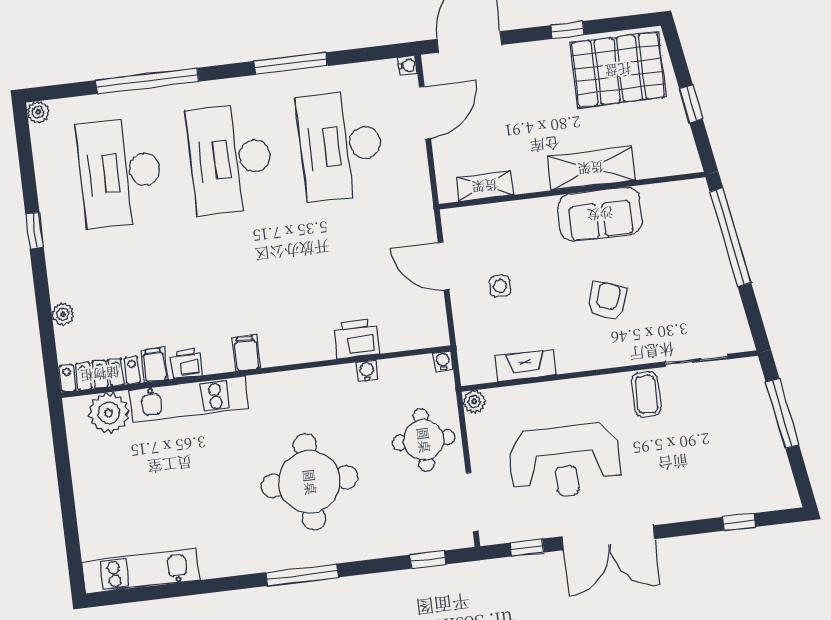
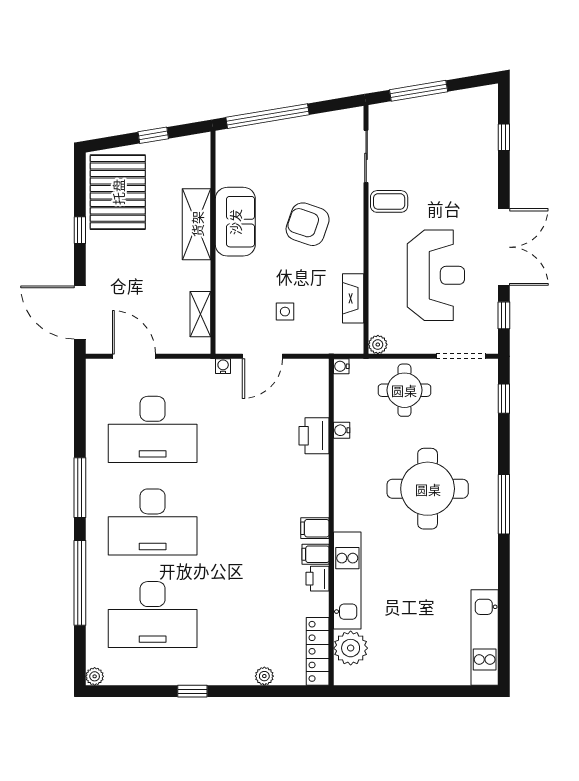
window: (291, 64) -> (80, 488), moved
water cooler: (407, 65) -> (223, 366), moved
armchair: (607, 301) -> (308, 224), width x1.38, depth x1.38
filing cabinet: (154, 365) -> (316, 554), moved

